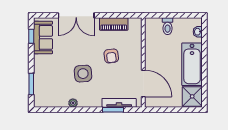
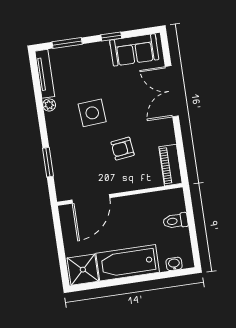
piano: (114, 24) -> (170, 165), moved
window: (31, 36) -> (111, 37), moved
tv unit: (119, 103) -> (45, 74), moved

